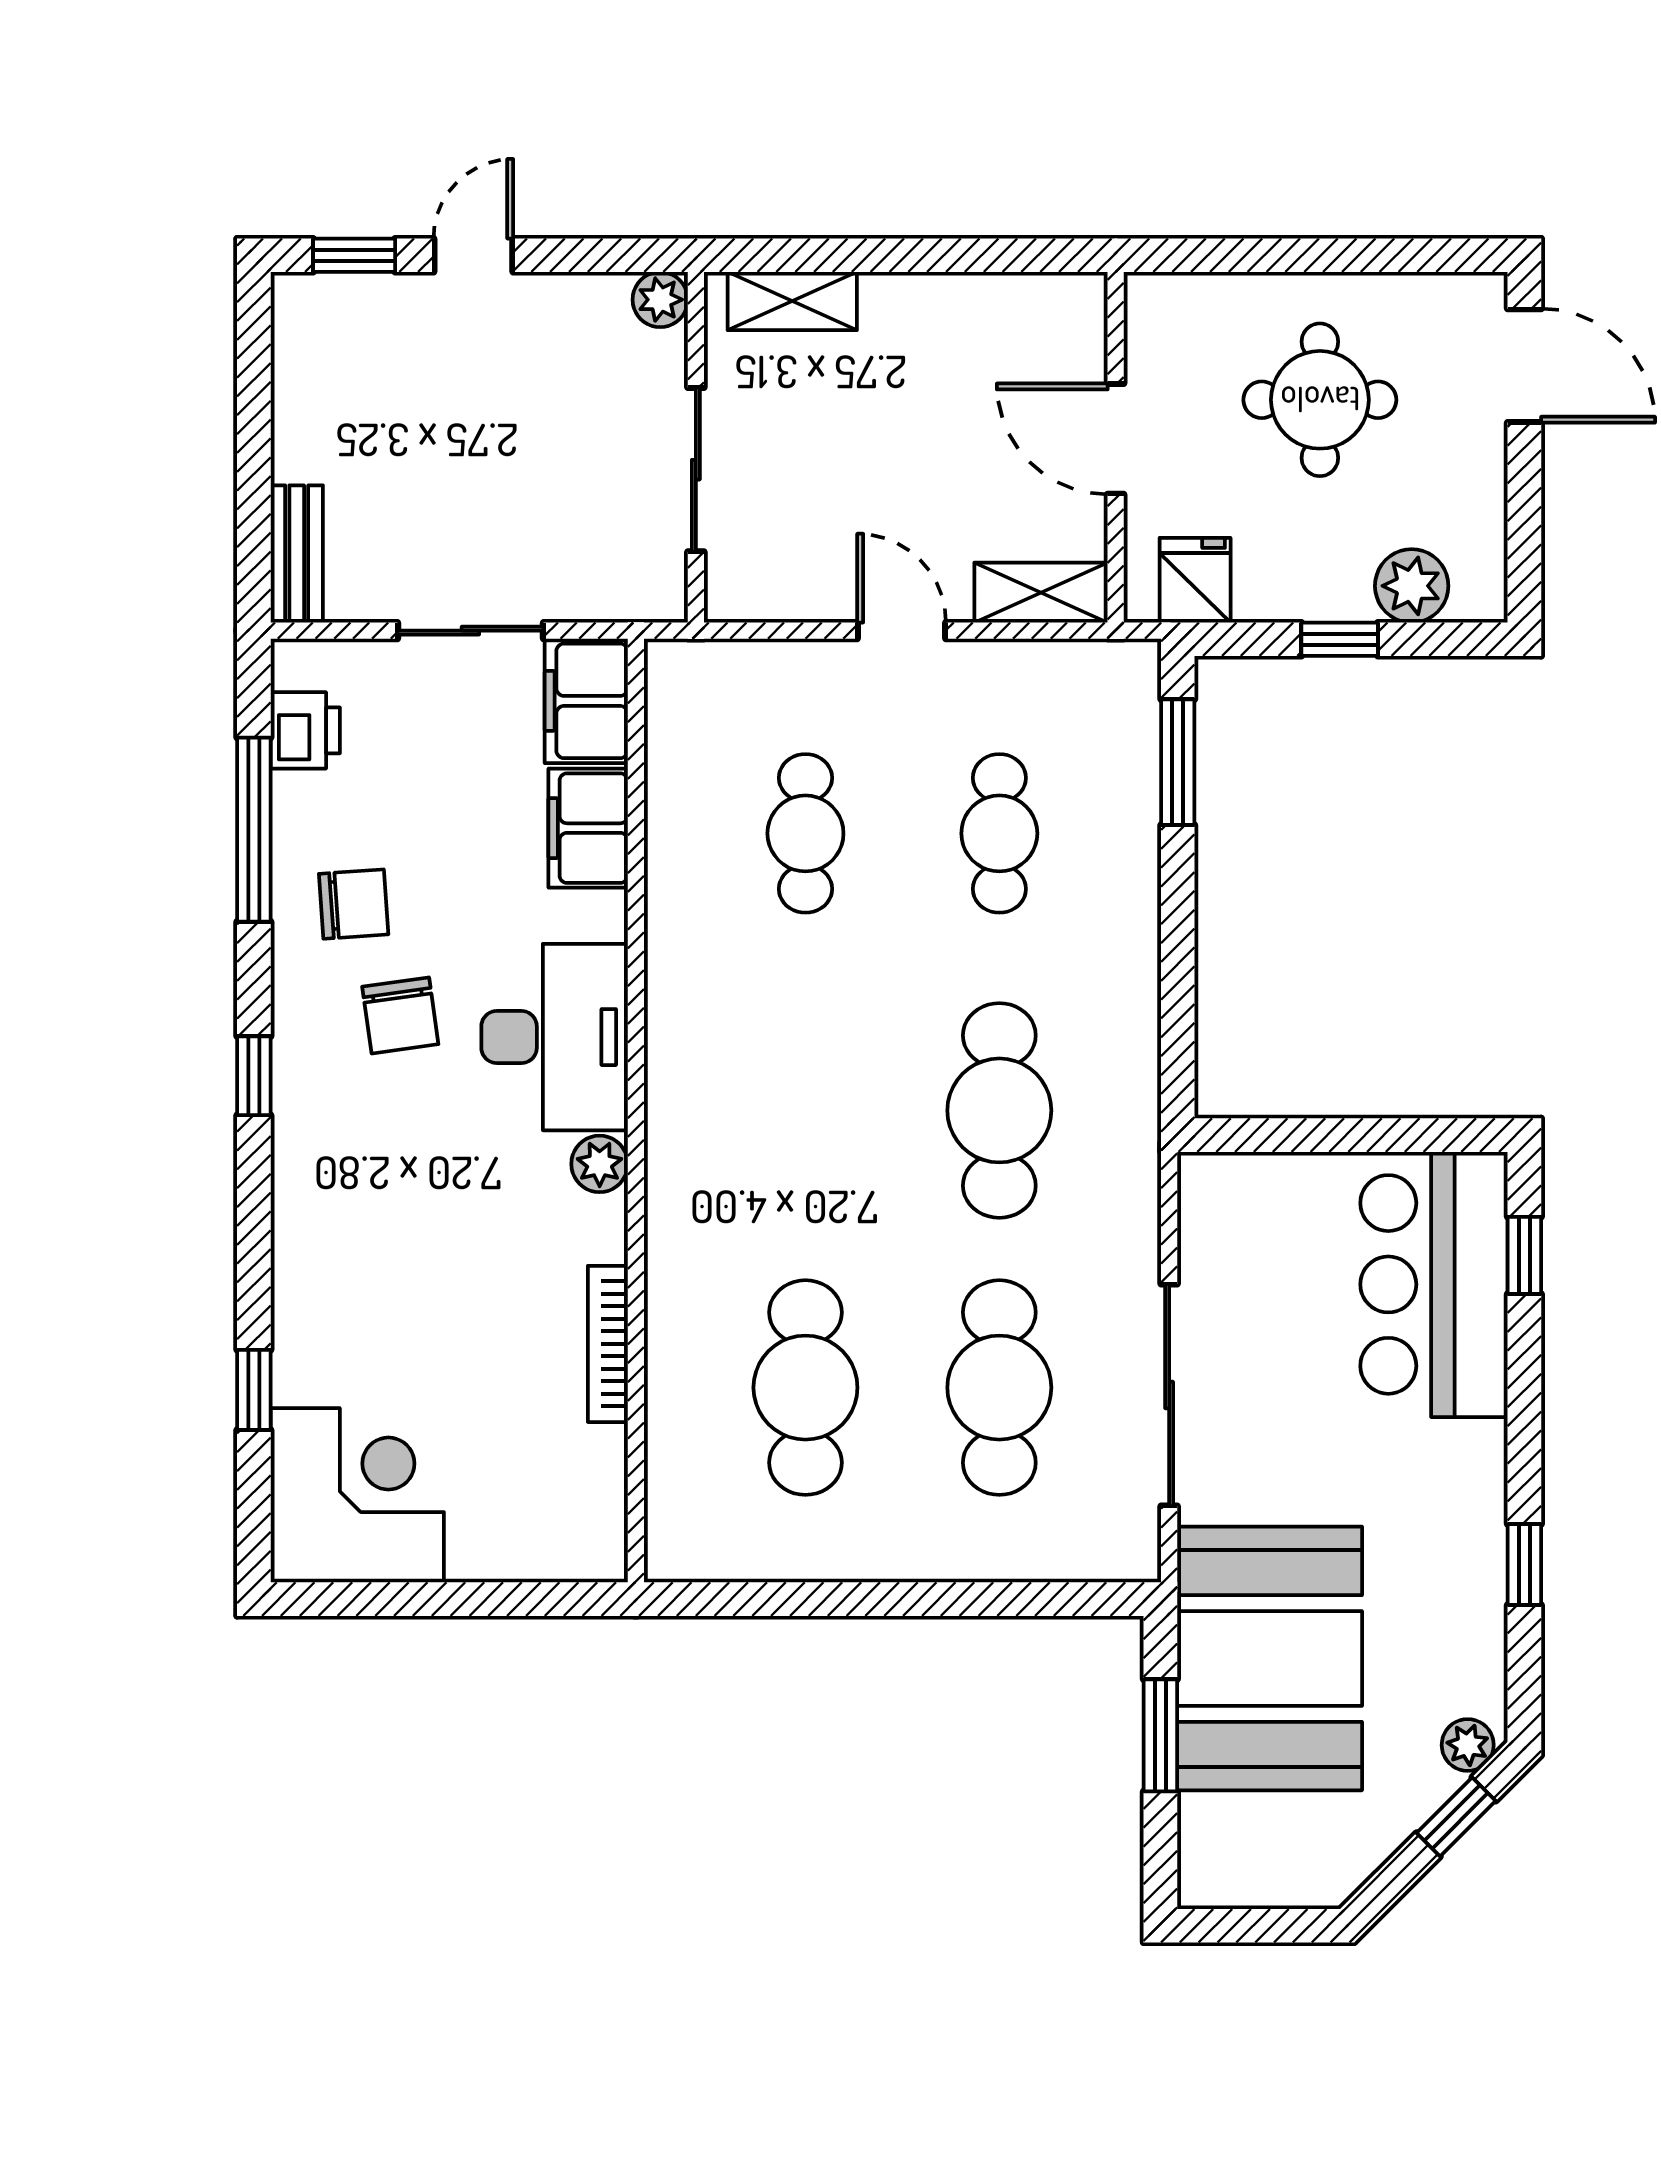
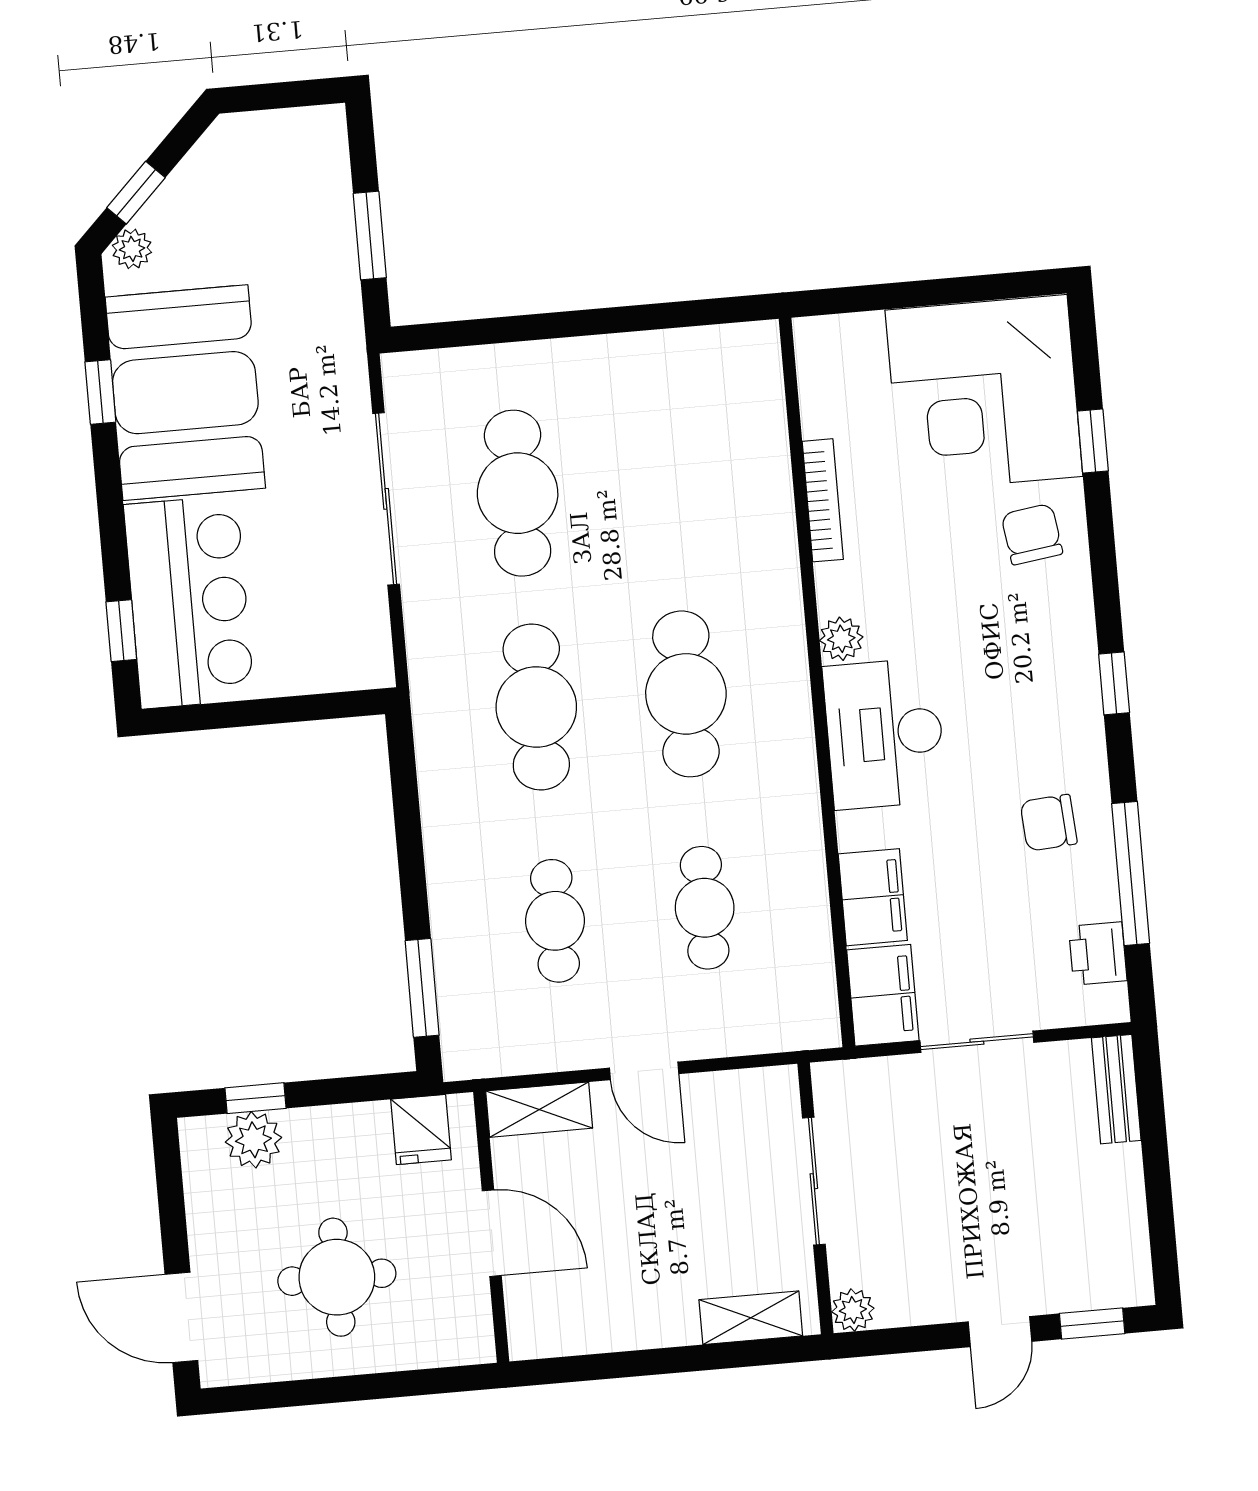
window: (1340, 639) -> (255, 1098), moved
chair: (400, 1015) -> (1032, 534), moved
cafe table: (805, 1388) -> (686, 694), moved
corner desk: (357, 1495) -> (984, 393), width x1.36, depth x1.36
booth: (1270, 1658) -> (185, 393), moved

